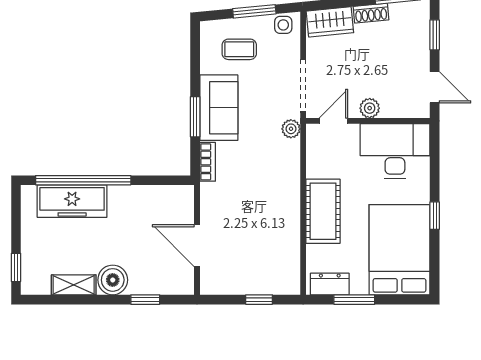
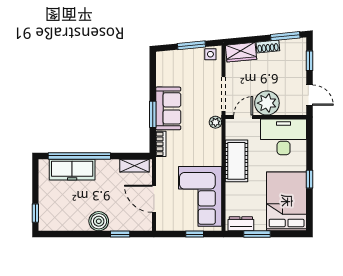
coffee table: (239, 49) -> (182, 70), removed
plant: (370, 108) -> (267, 103), width x1.87, depth x1.87
cot: (323, 211) -> (236, 161), moved
corner sofa: (268, 242) -> (200, 196), added
shelving: (74, 285) -> (135, 166), moved

